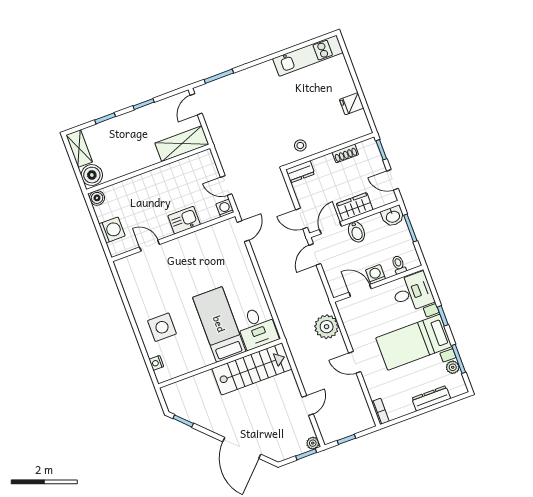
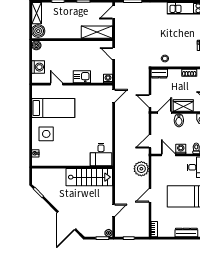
door: (226, 186) -> (114, 54), moved
door: (315, 254) -> (150, 141), moved
bed: (219, 324) -> (53, 108), moved, turned 90
door: (355, 362) -> (150, 195), hinge flipped

